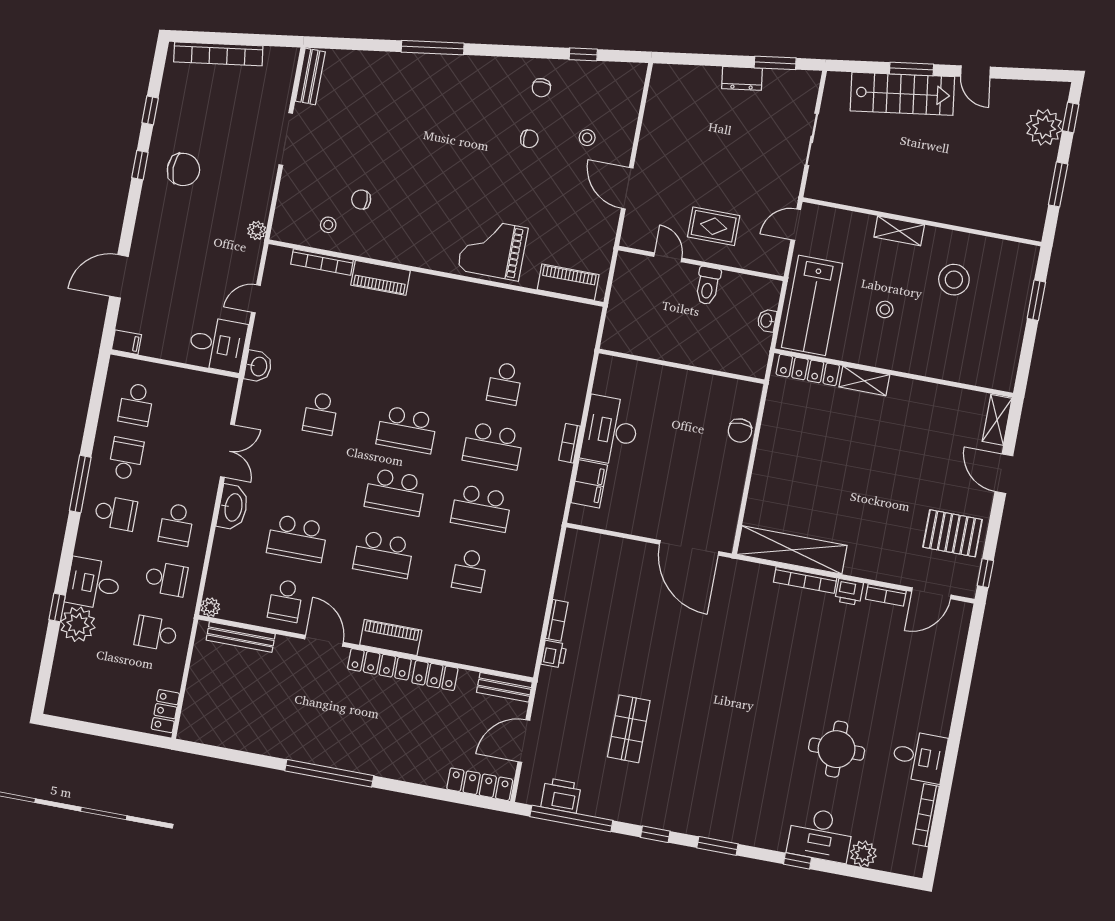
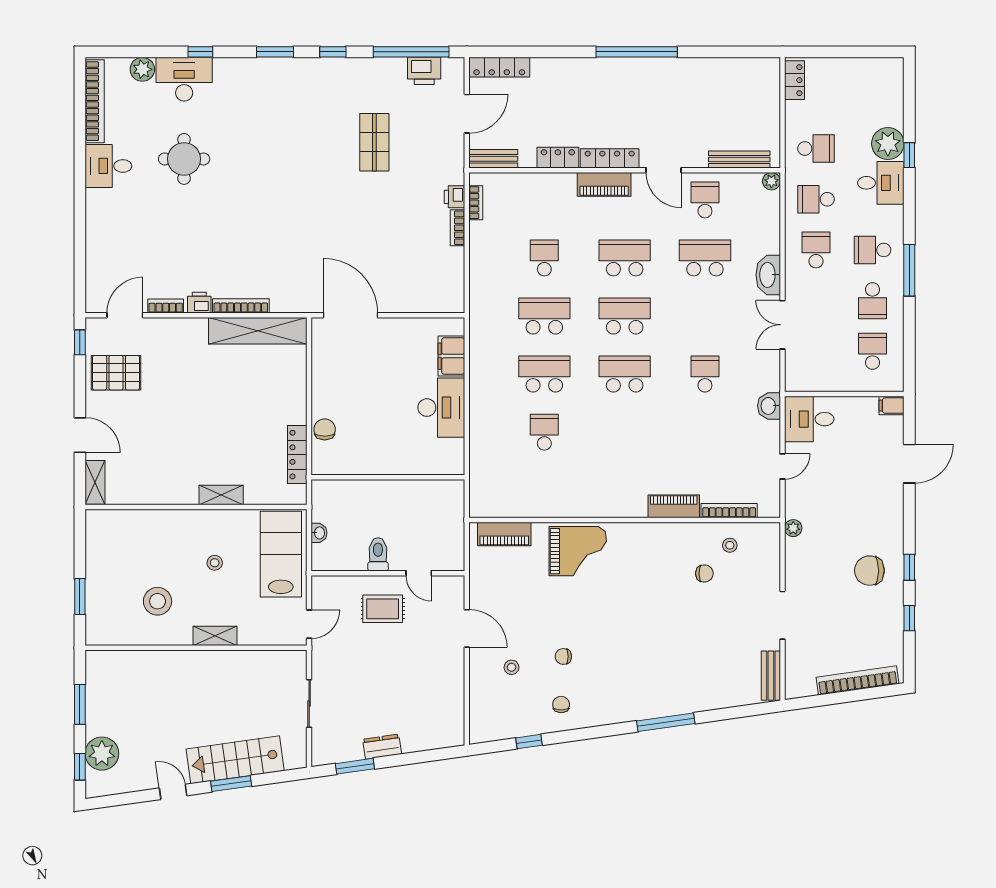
locker: (808, 370) -> (297, 455), moved, turned -90
bookcase: (570, 443) -> (476, 203), moved
bookcase: (926, 815) -> (95, 101), width x1.48, depth x1.31

